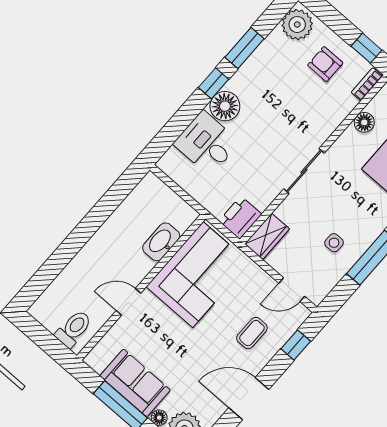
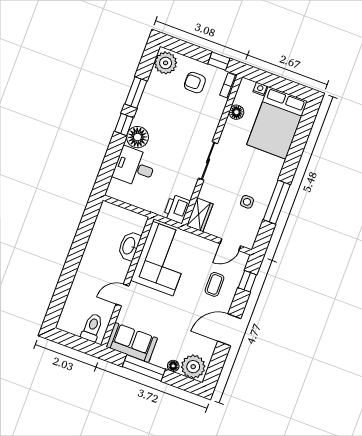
sofa: (135, 383) -> (132, 343), moved

